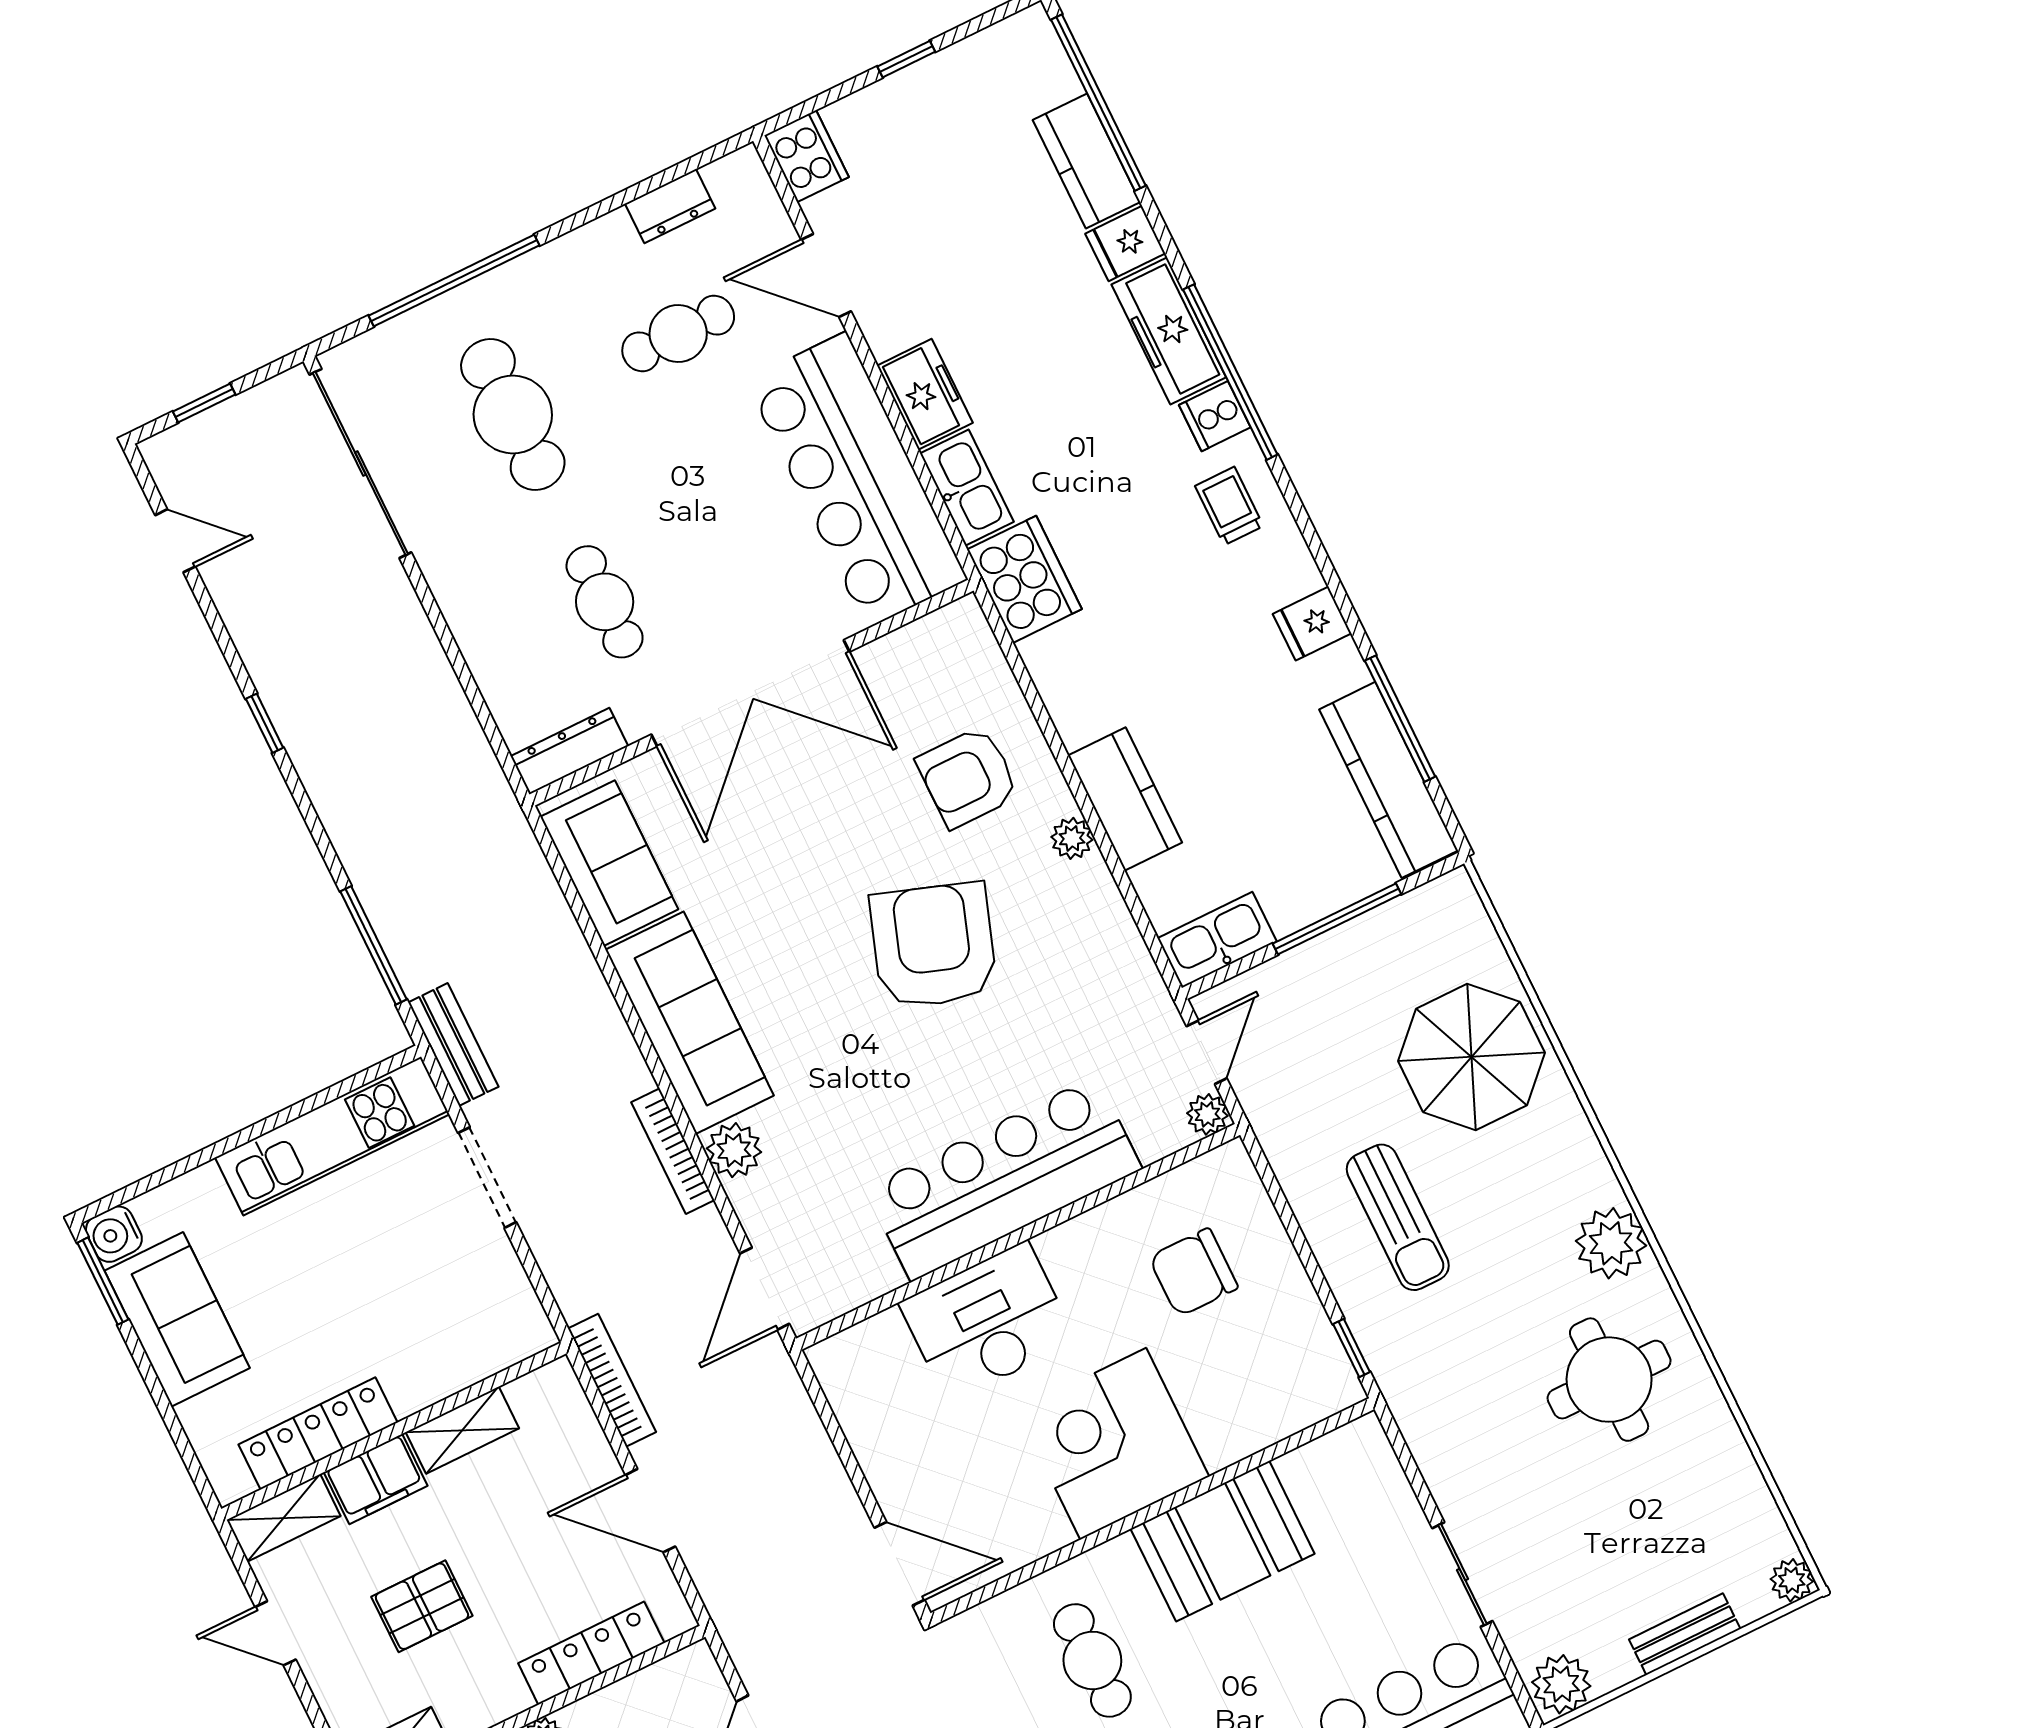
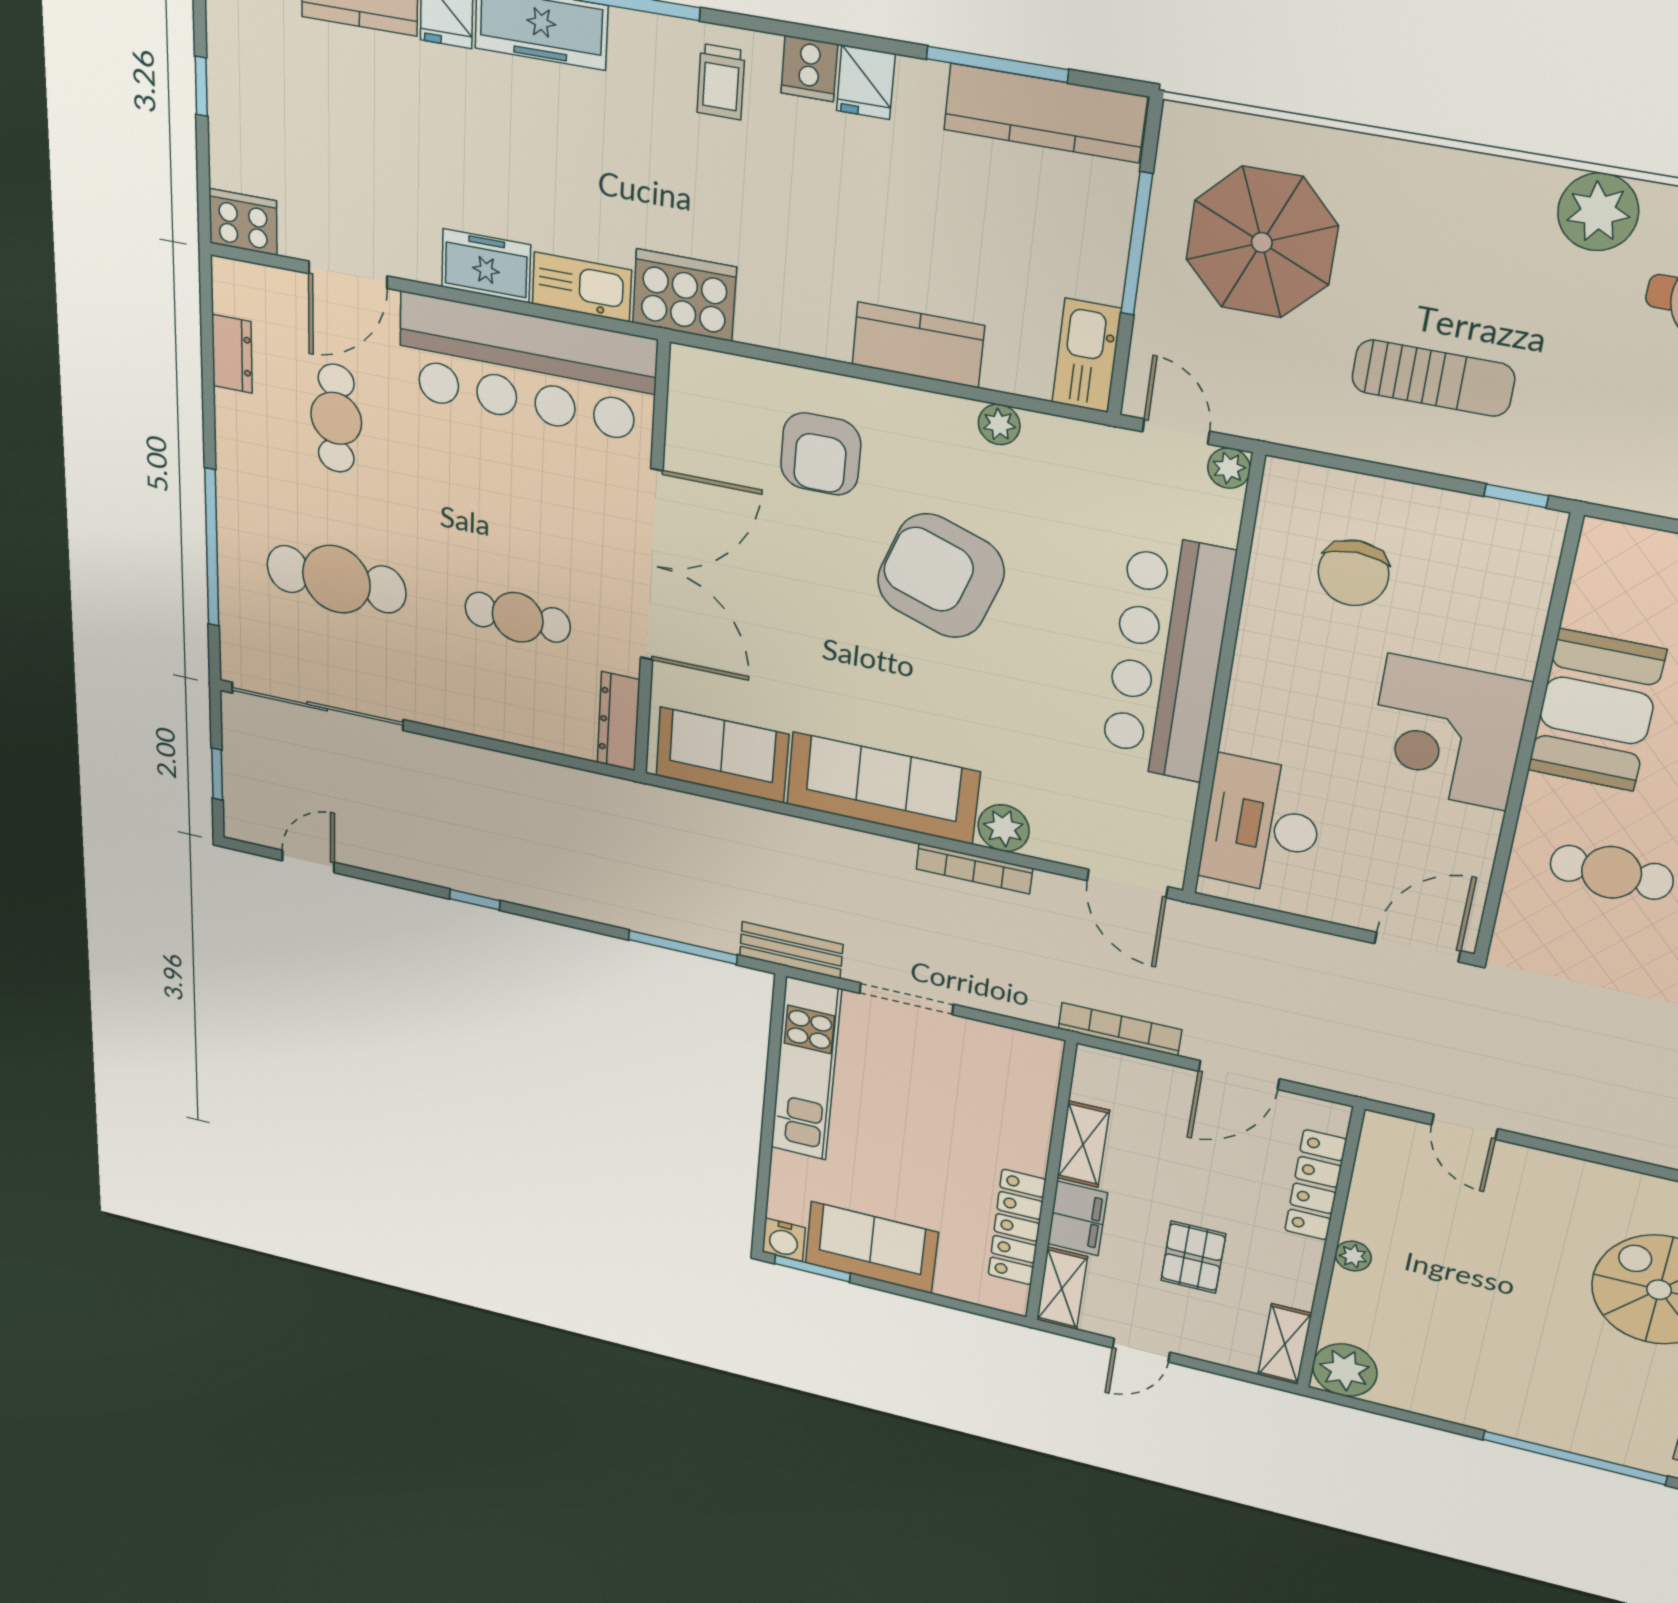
cooker: (1215, 416) -> (809, 69), moved
trolley: (1229, 506) -> (721, 82), turned -90
plant: (1072, 838) -> (999, 424), moved
parasol: (1471, 1057) -> (1262, 242), moved
desk: (988, 1322) -> (1262, 826), moved

